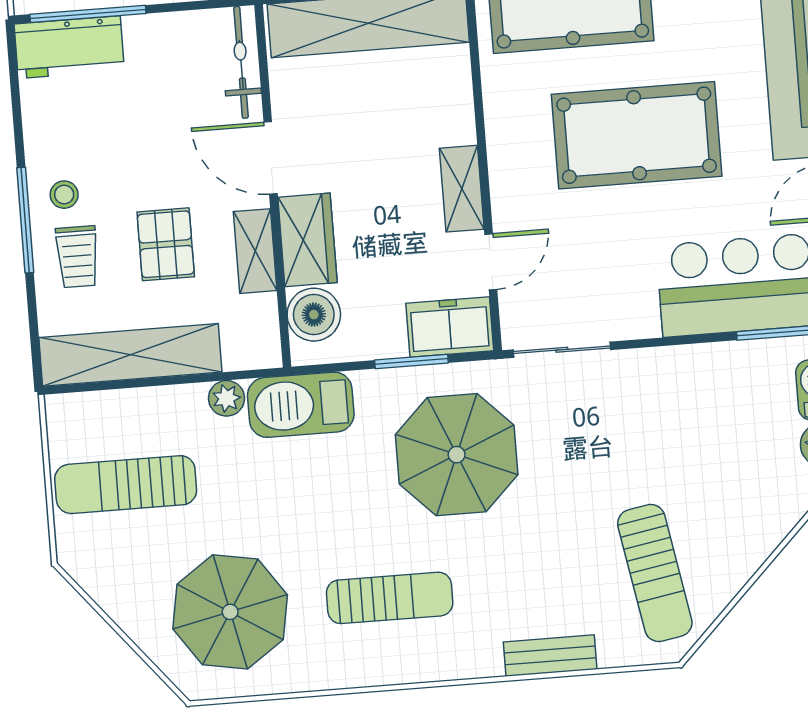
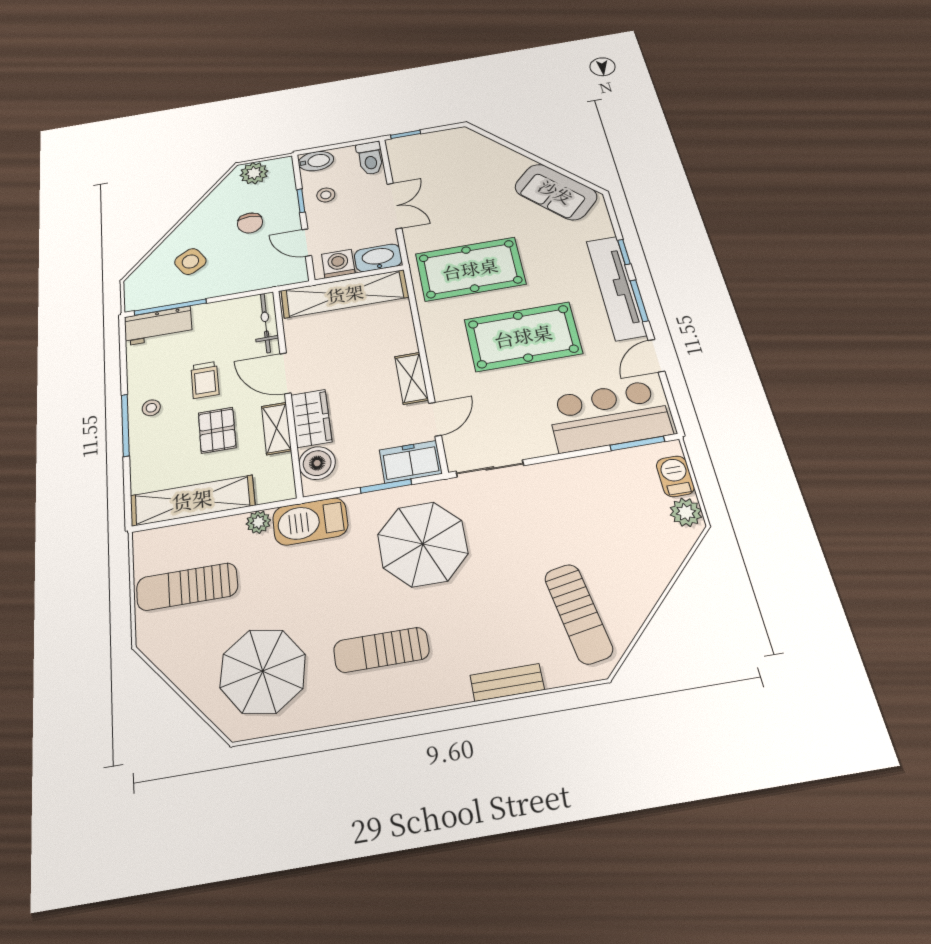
trolley: (77, 257) -> (205, 380), moved
sun lounger: (390, 598) -> (381, 650), turned 180

